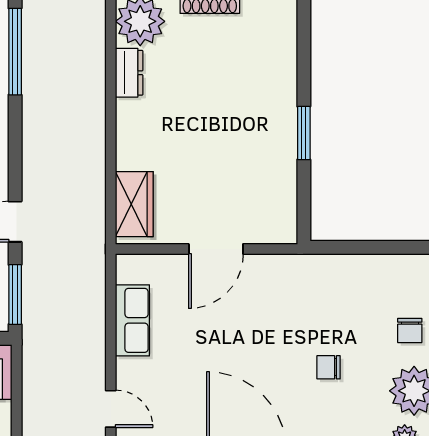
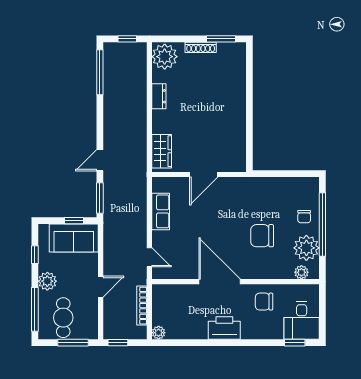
dresser: (129, 73) -> (159, 96), moved
window: (304, 133) -> (249, 114), removed
chair: (329, 367) -> (262, 236), width x1.87, depth x1.87

